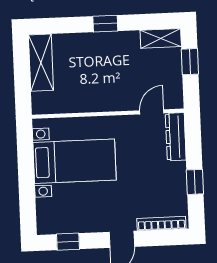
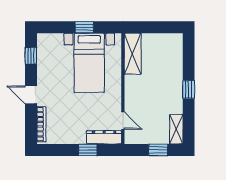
shelving: (41, 63) -> (133, 54), moved, turned 90
window: (26, 170) -> (84, 27), added
window: (195, 182) -> (88, 150), moved

